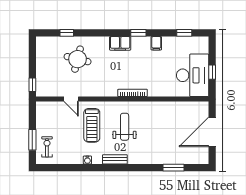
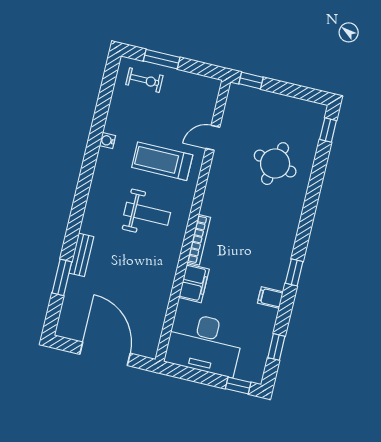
window: (67, 33) -> (328, 130), moved
filing cabinet: (120, 43) -> (194, 283), moved, turned 180
window: (212, 72) -> (238, 385), moved
bench: (115, 159) -> (81, 255), moved

